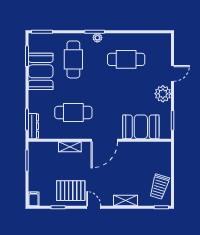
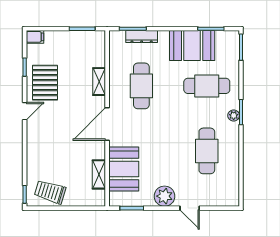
dresser: (33, 126) -> (142, 37), moved
door: (104, 140) -> (107, 124), hinge flipped
shelving: (126, 201) -> (99, 174), moved

